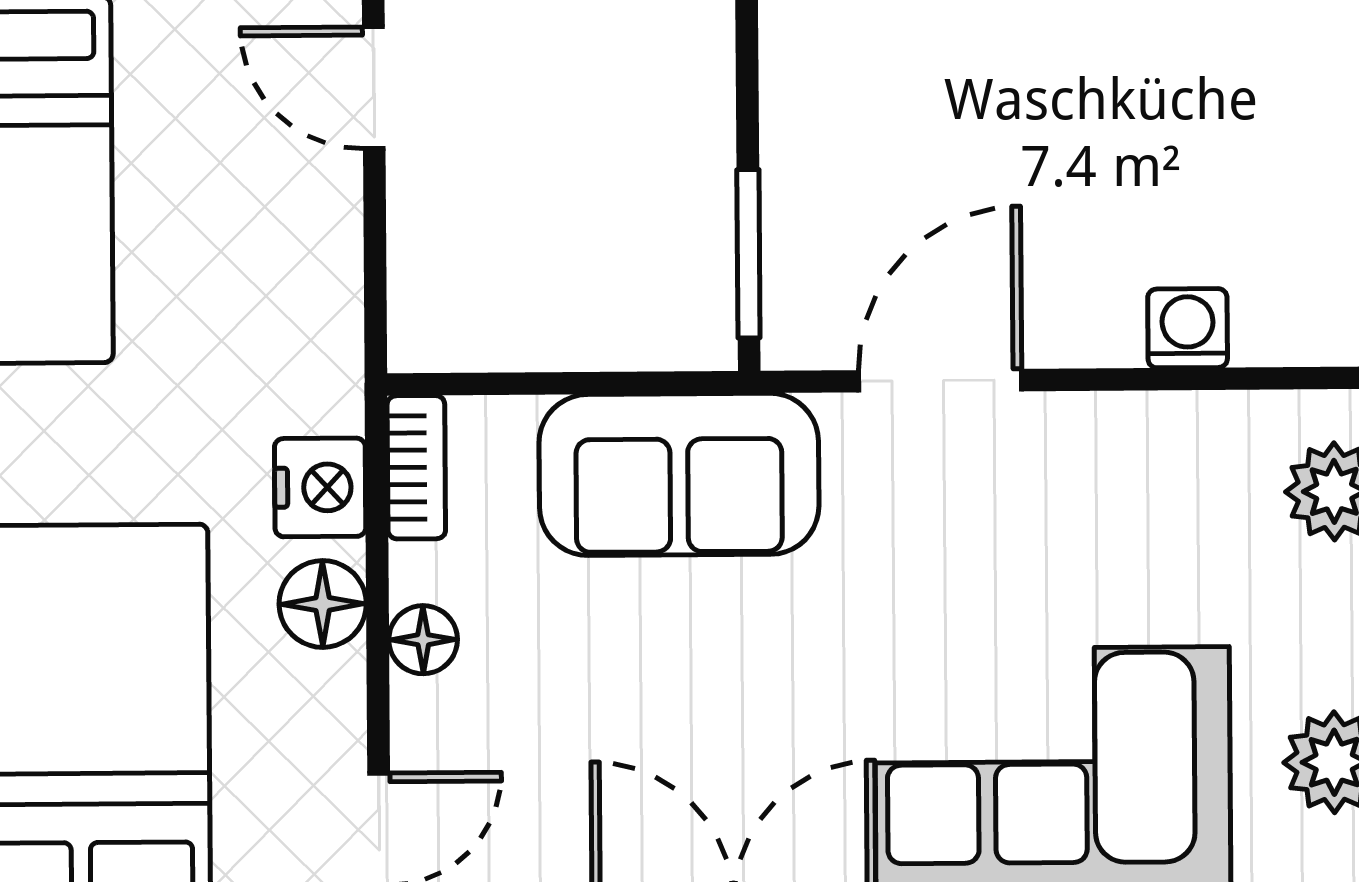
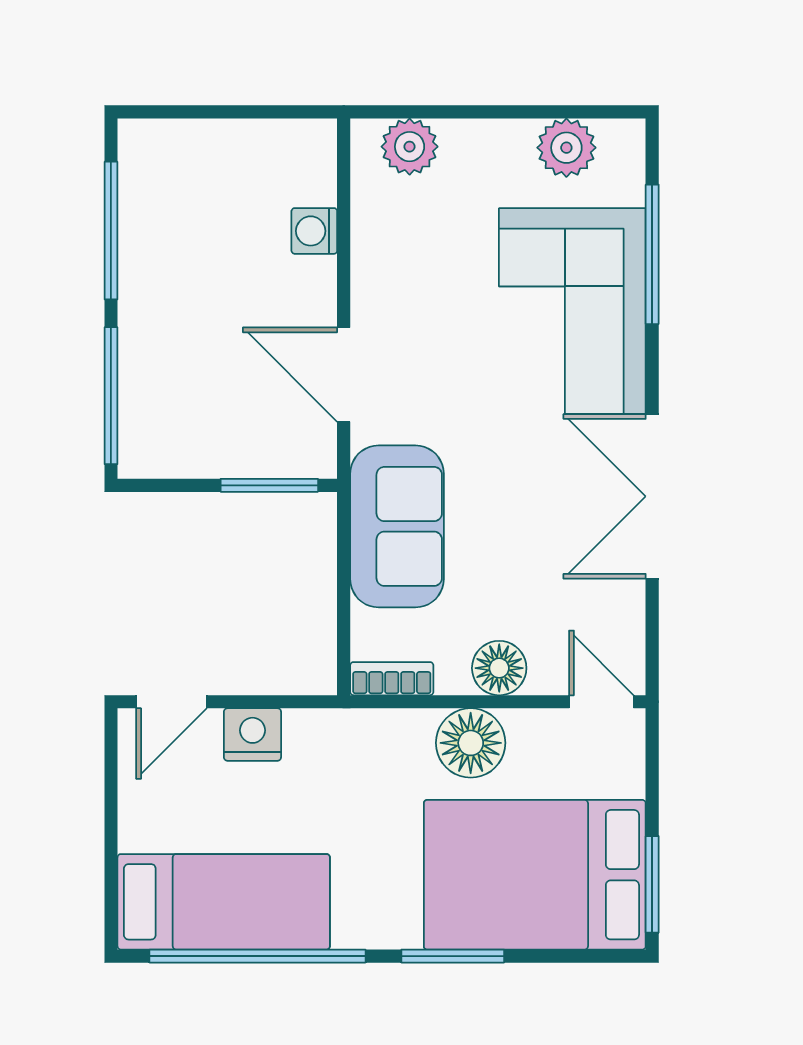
nightstand: (320, 487) -> (252, 735), moved
floor lamp: (323, 604) -> (471, 743), width x1.38, depth x1.38
floor lamp: (423, 640) -> (499, 668), width x1.37, depth x1.37

